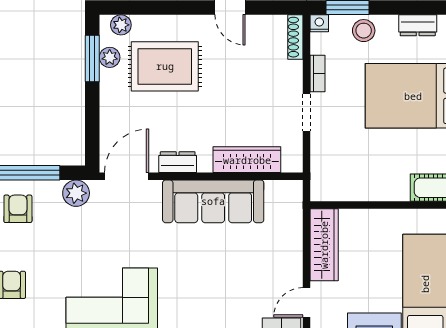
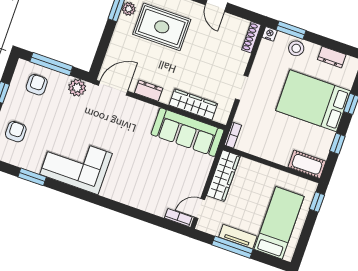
bookcase: (317, 73) -> (233, 135), moved
sofa: (213, 201) -> (187, 132), moved

